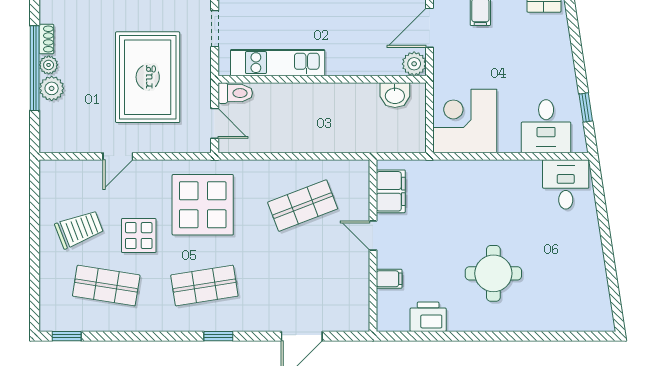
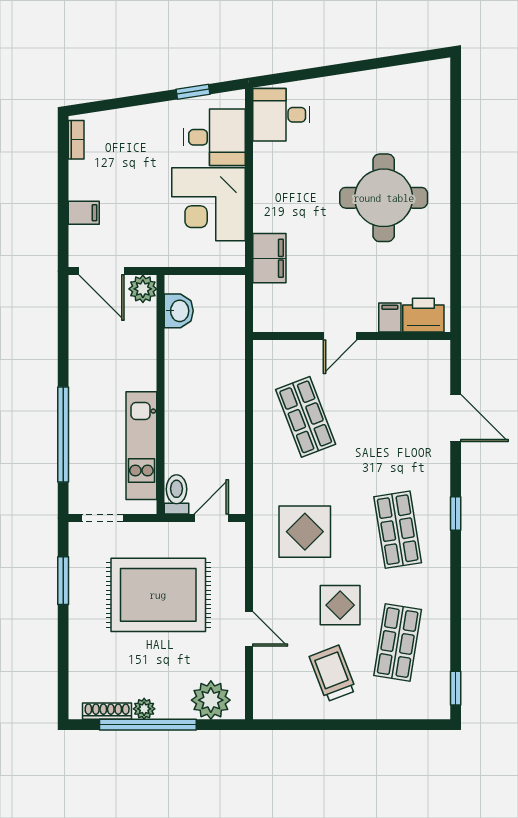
shoe rack: (46, 39) -> (107, 711), width x1.43
plant: (52, 88) -> (211, 700), moved, width x1.36, depth x1.36
corner desk: (465, 121) -> (208, 204), moved
filing cabinet: (391, 191) -> (269, 258), moved, turned 90
display table: (203, 205) -> (305, 532), width x0.73, depth x0.73
round table: (493, 273) -> (384, 198), width x1.36, depth x1.36
printer: (428, 317) -> (423, 315), moved, turned 90

